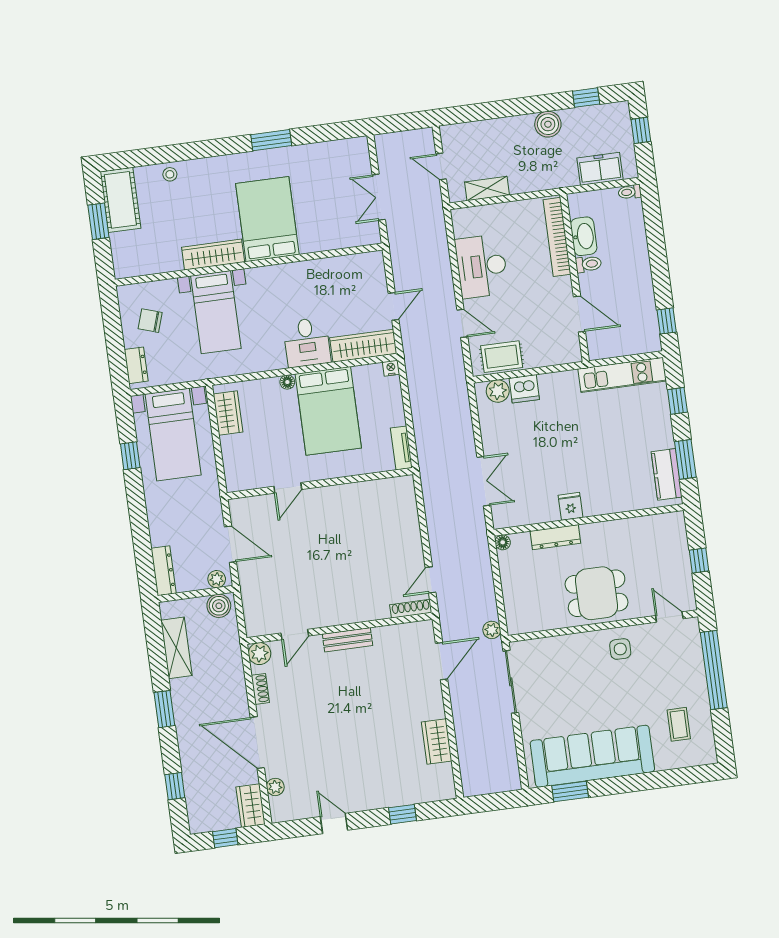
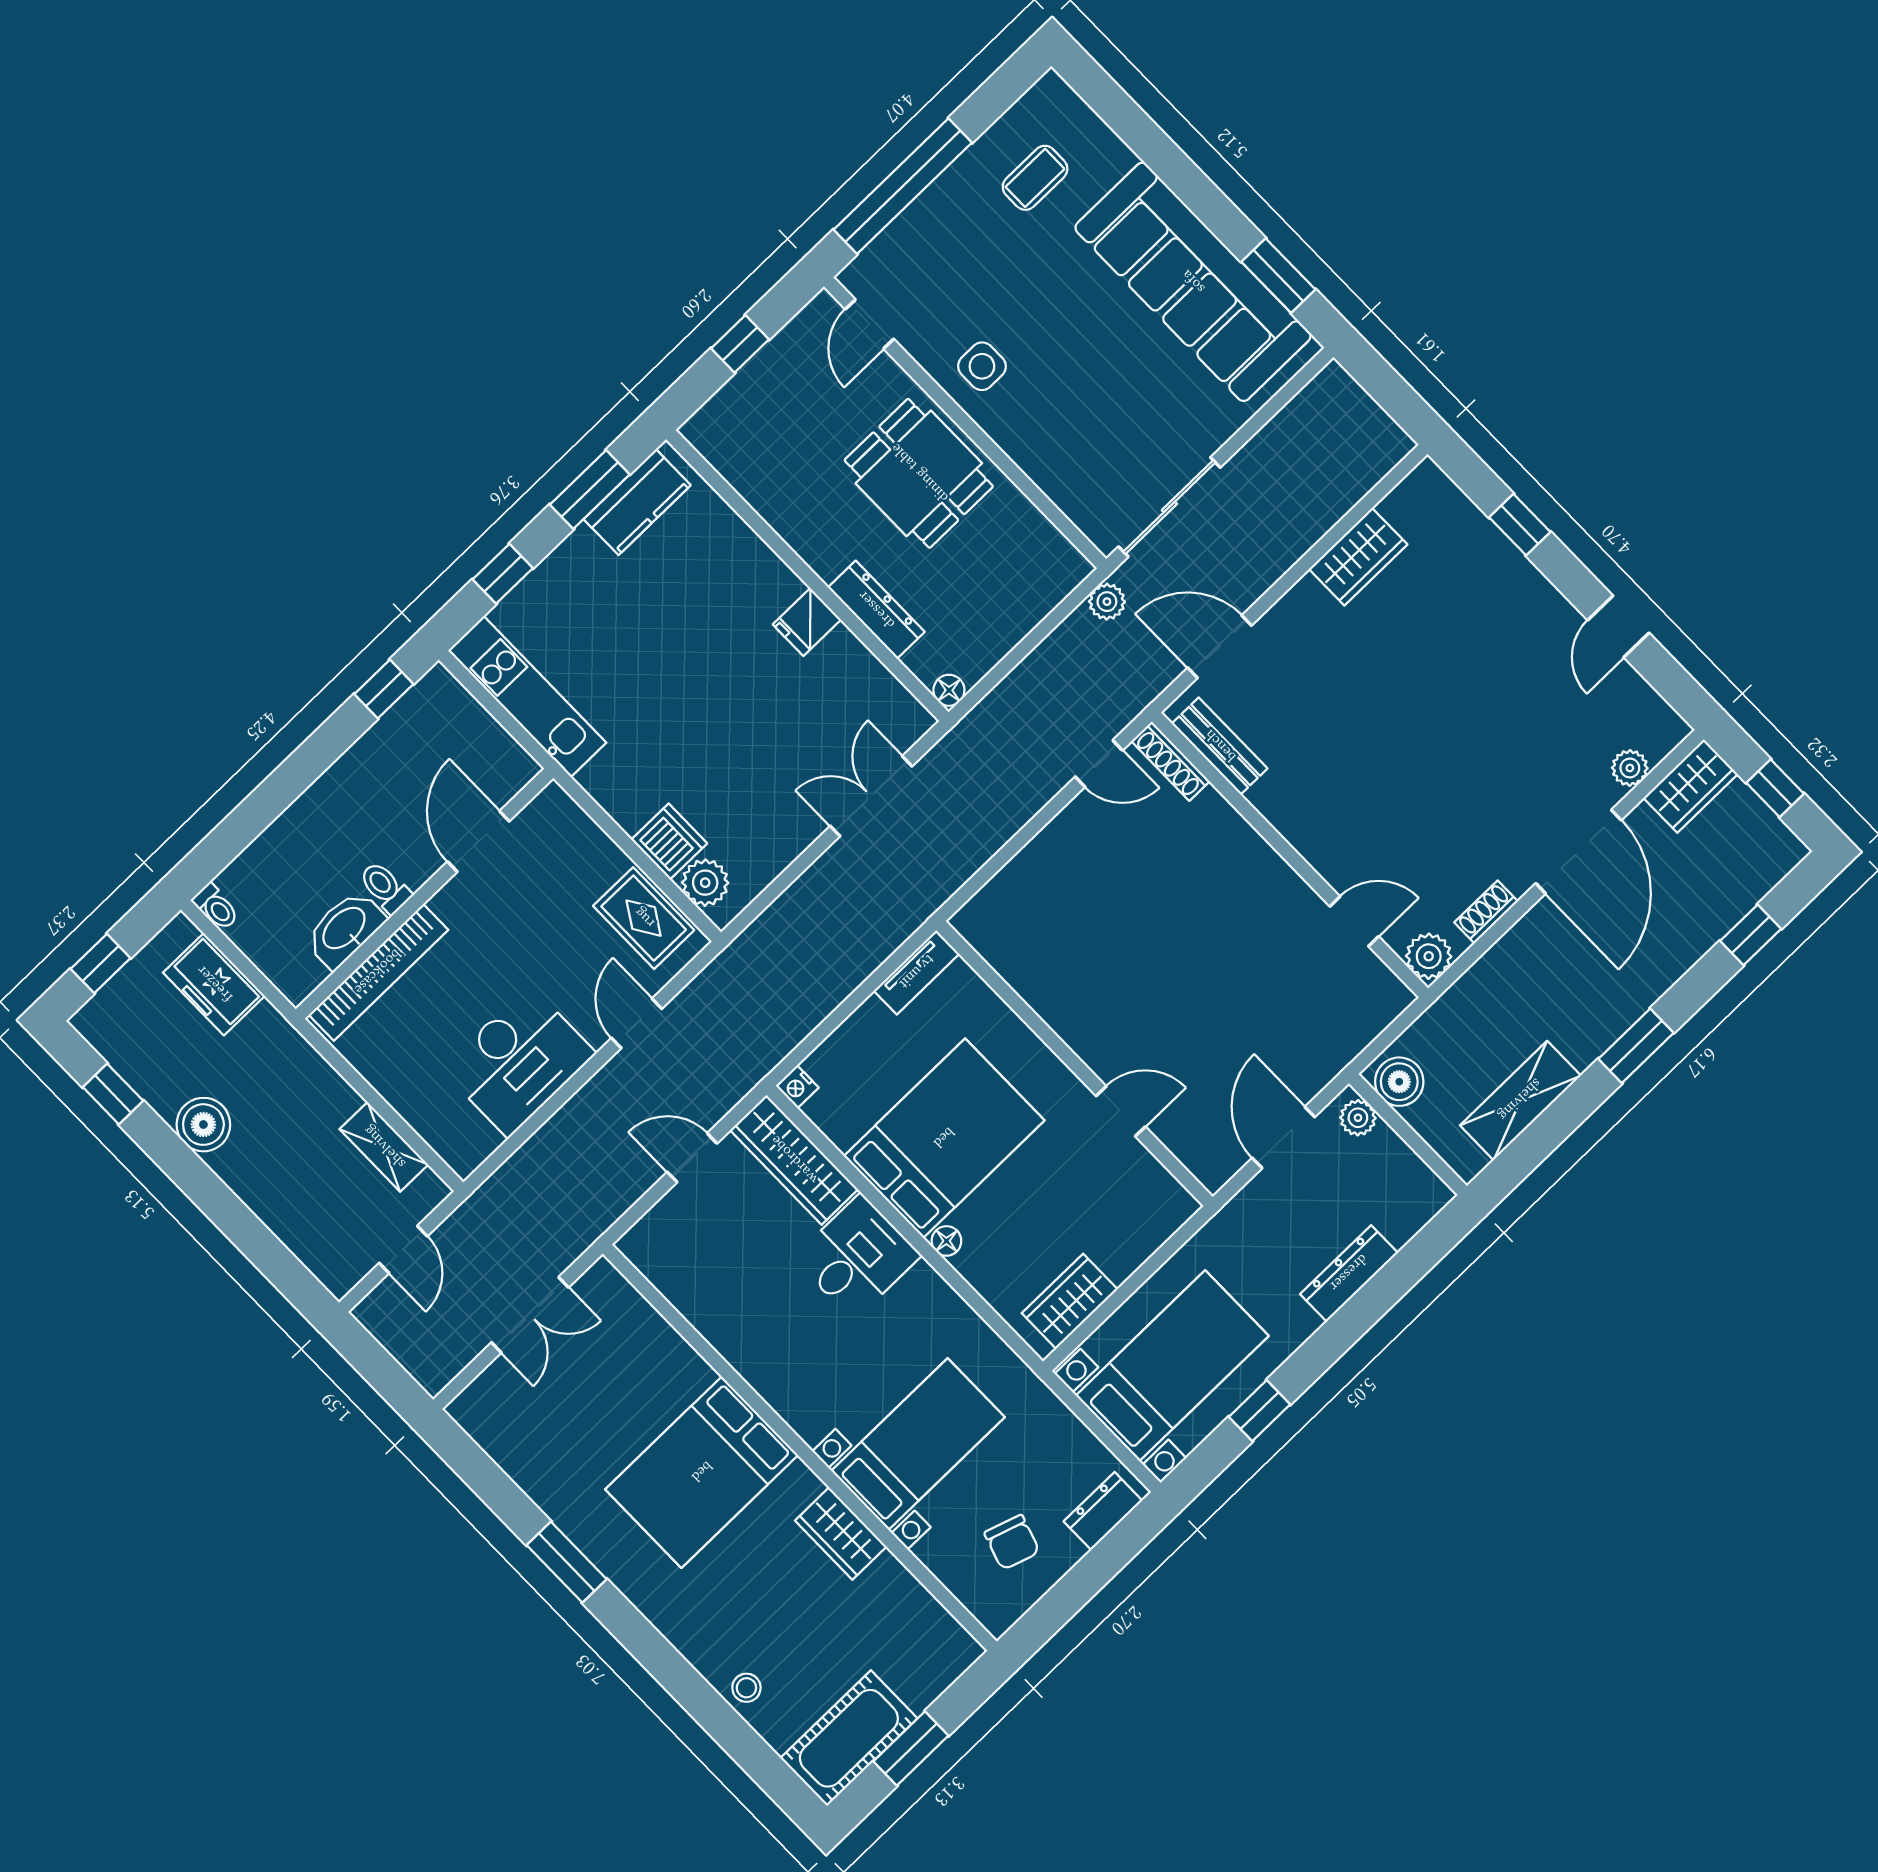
wardrobe: (213, 255) -> (841, 1534), width x0.67
dresser: (164, 571) -> (1349, 1273), moved
bench: (348, 640) -> (1220, 746), moved

